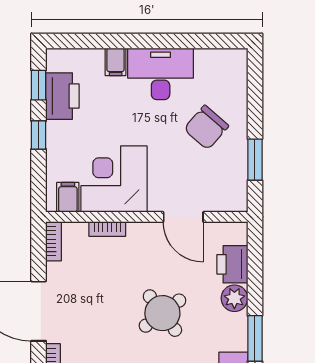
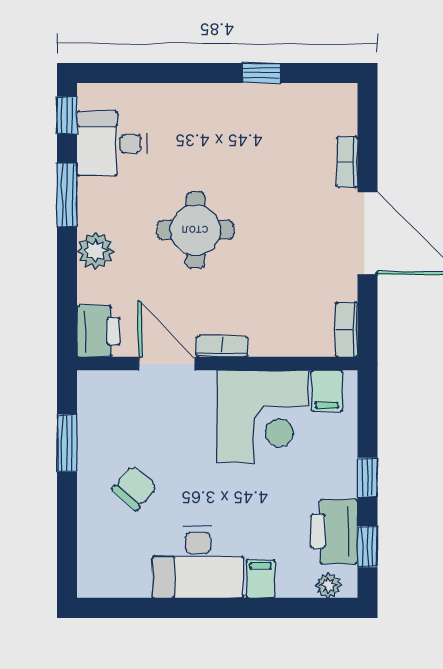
plant: (67, 57) -> (328, 585), added
chair: (206, 127) -> (135, 488), width x0.73, depth x0.73
bookcase: (107, 229) -> (222, 347), moved
printer: (232, 264) -> (98, 331), moved
round table: (162, 313) -> (195, 230), turned 37

